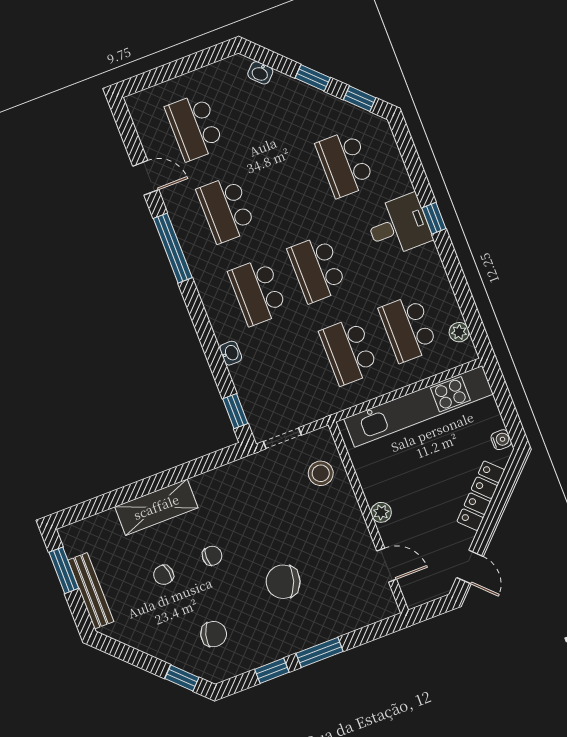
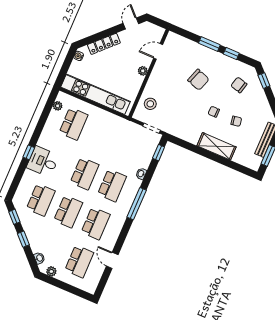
plant: (222, 70) -> (51, 271), added
window: (173, 248) -> (137, 204), moved
school desk: (349, 351) -> (68, 212), moved
door: (387, 565) -> (158, 51), hinge flipped

